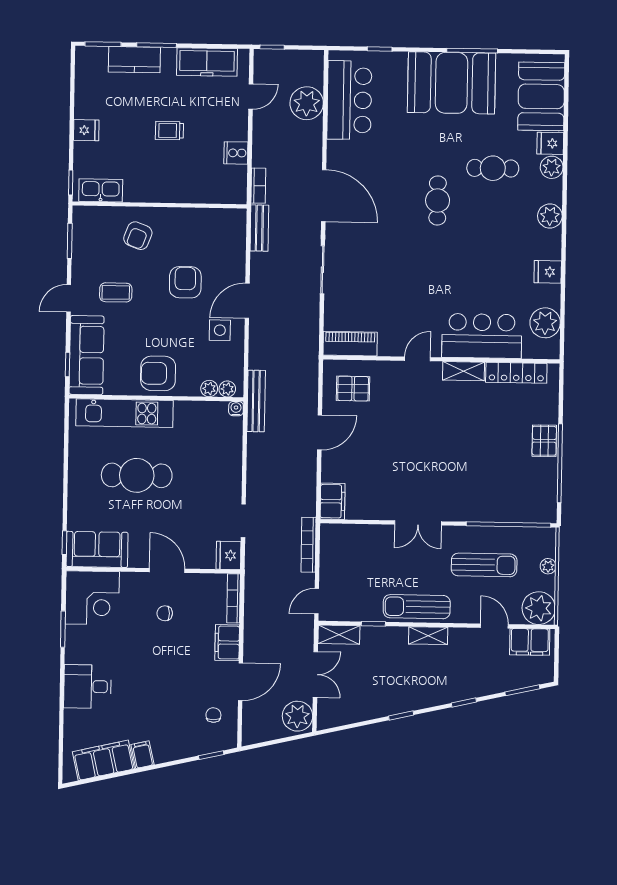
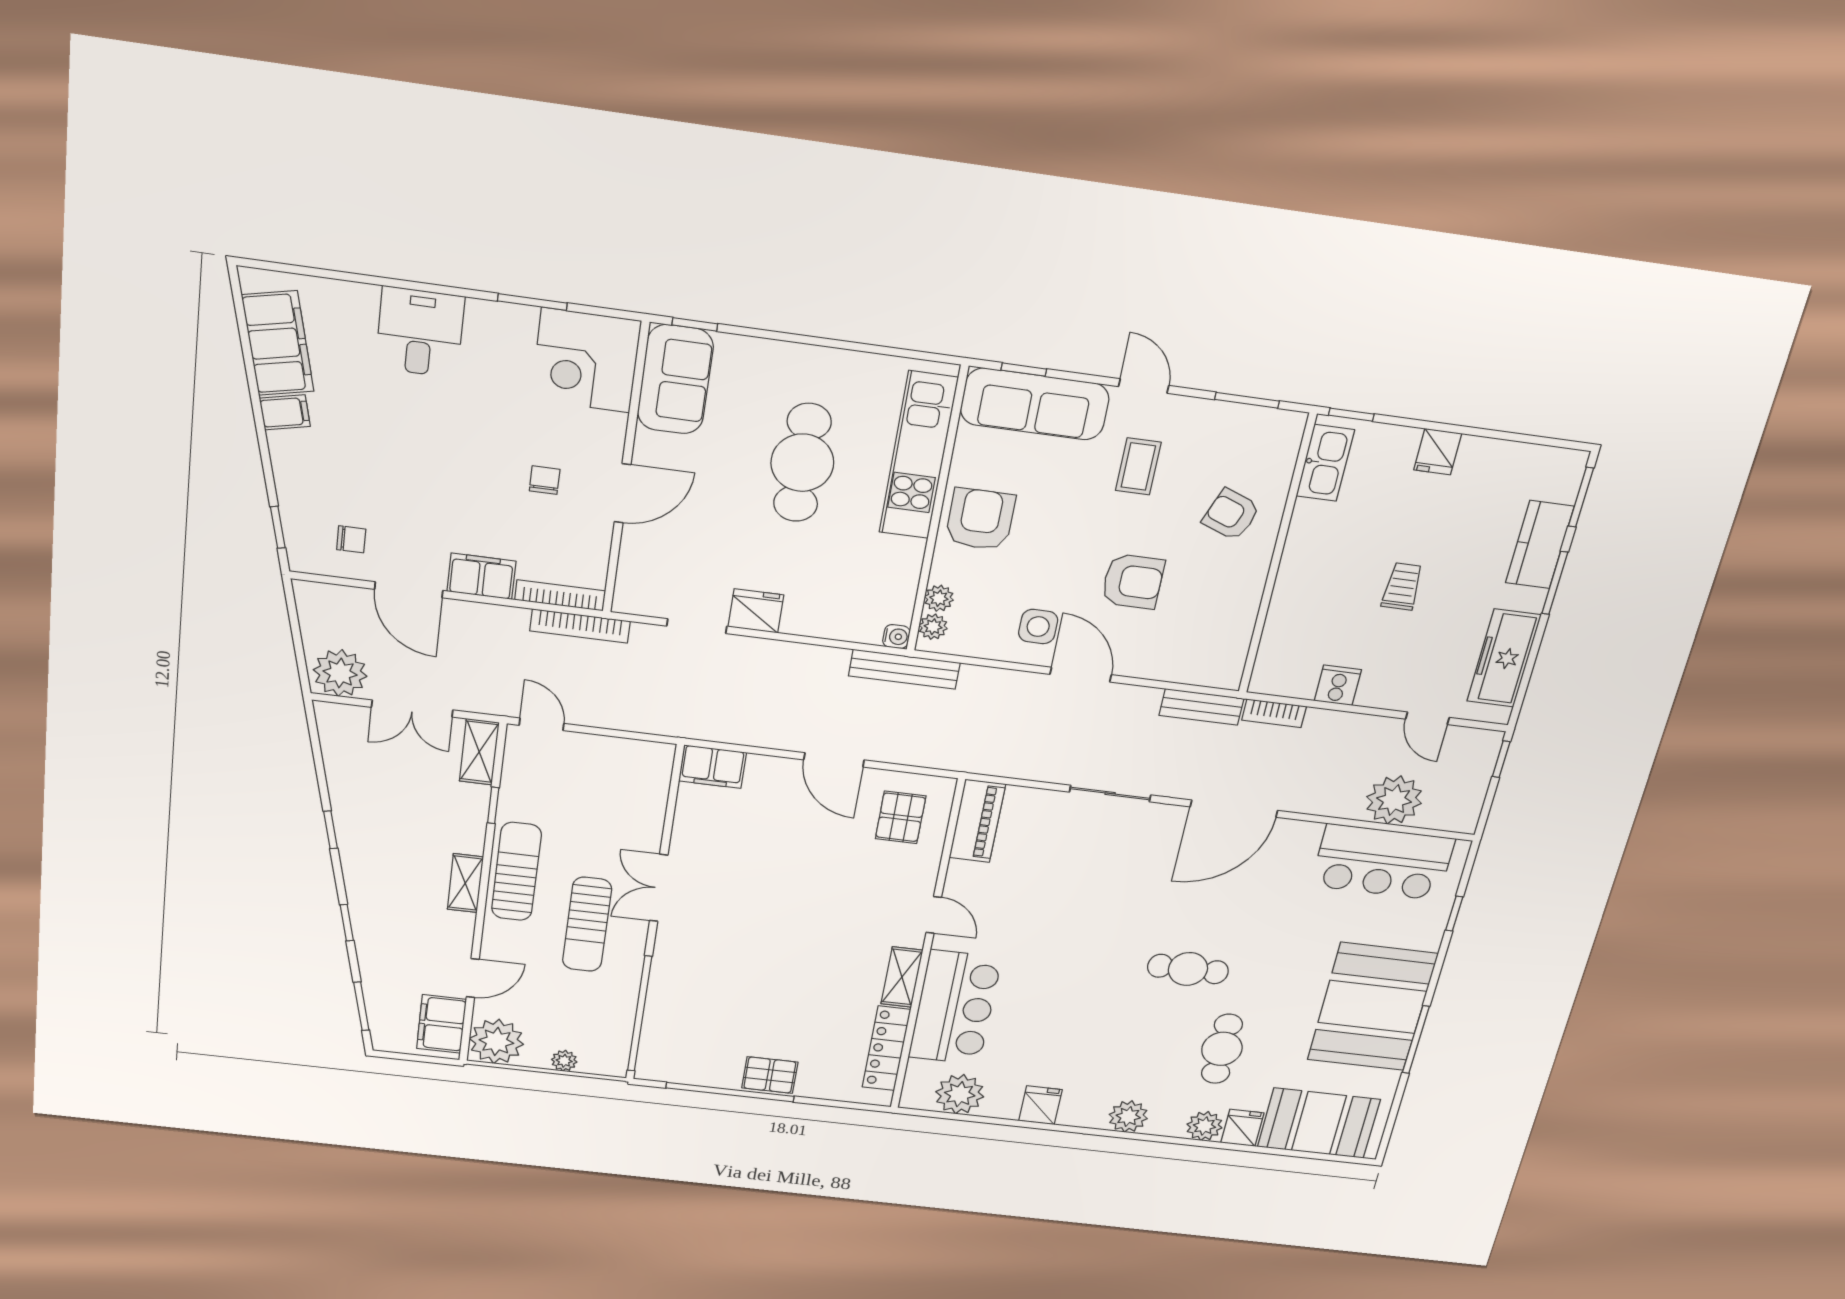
bookcase: (309, 545) -> (580, 626), moved, turned 180
fridge: (229, 555) -> (756, 611), moved
sun lounger: (484, 565) -> (587, 924), moved

